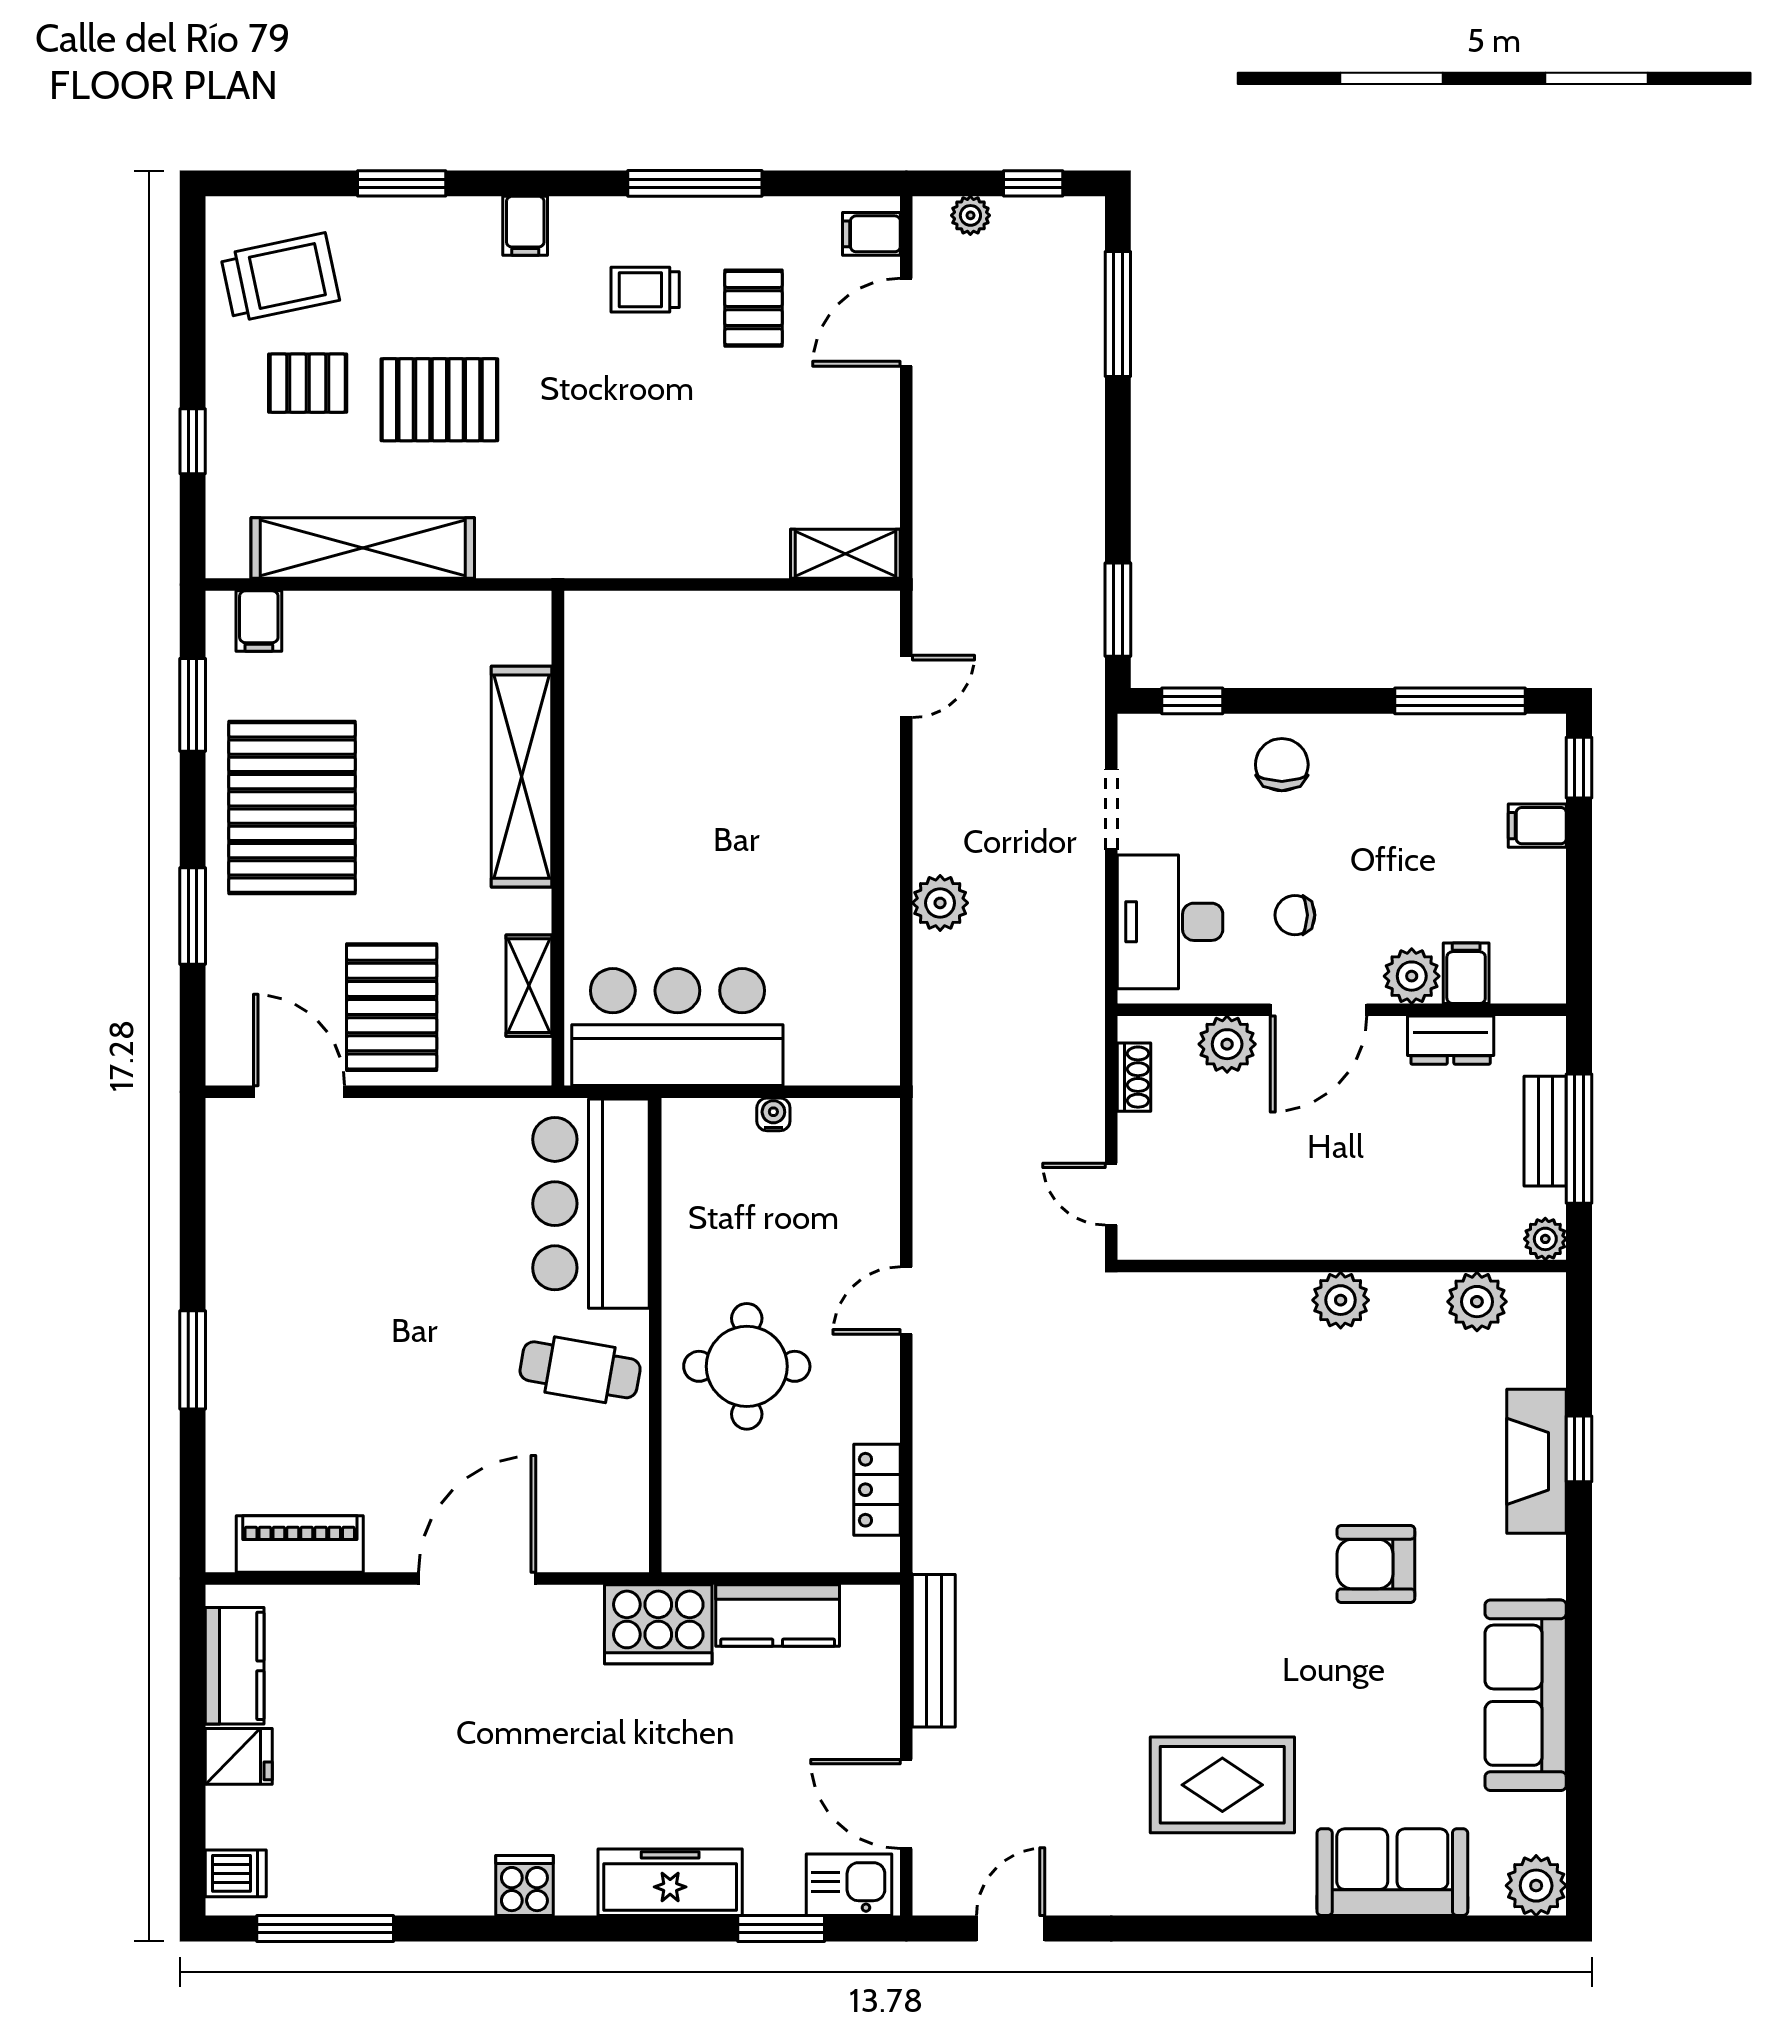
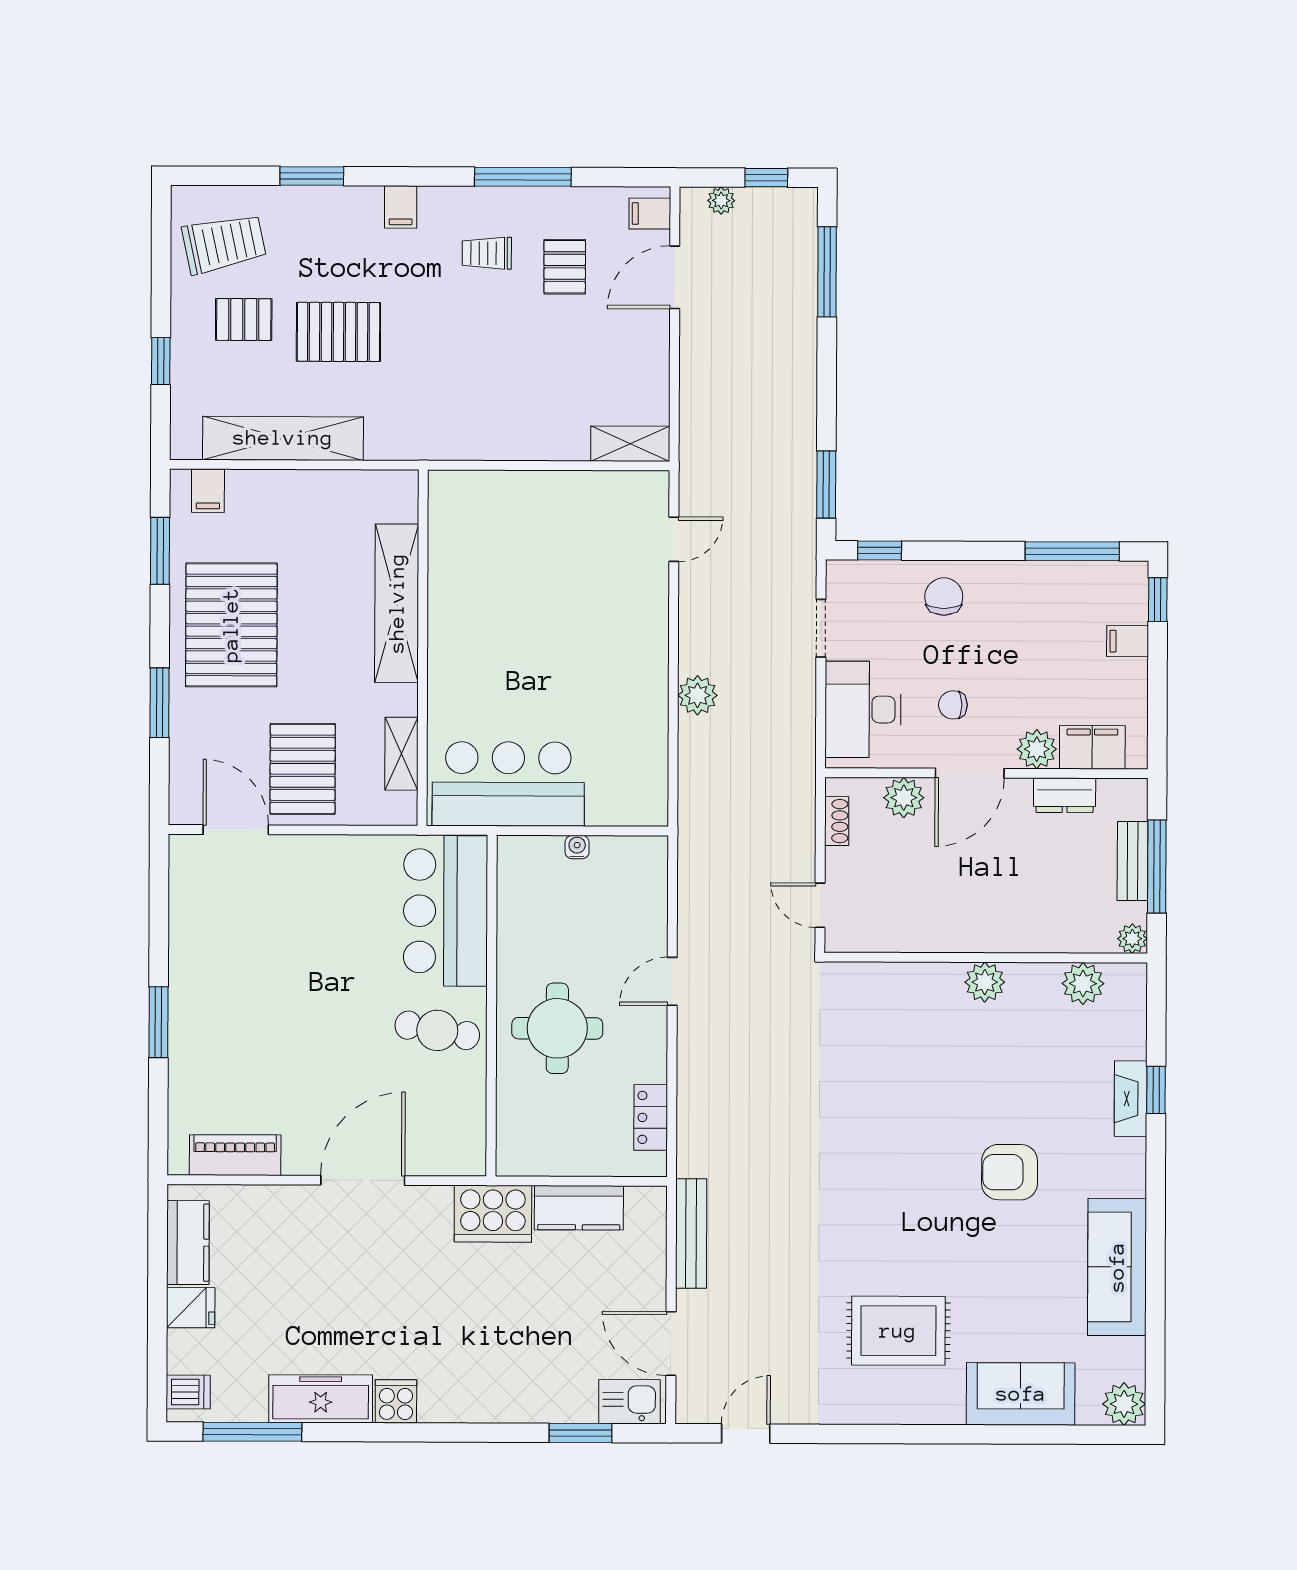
filing cabinet: (1466, 973) -> (1092, 747), width x2.00
fireplace: (1537, 1461) -> (1131, 1099), width x0.73, depth x0.76
freezer: (670, 1882) -> (321, 1399), moved

